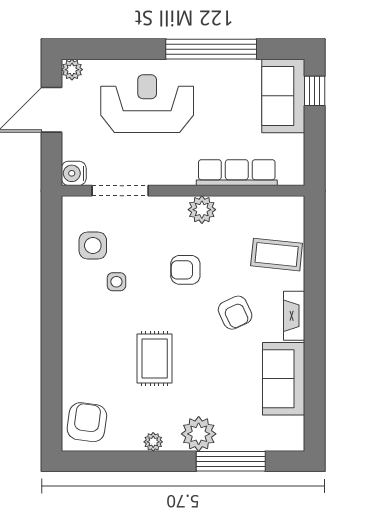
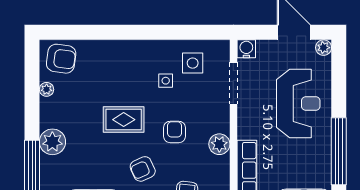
rug: (155, 359) -> (124, 120), moved
plant: (153, 442) -> (47, 89), moved

